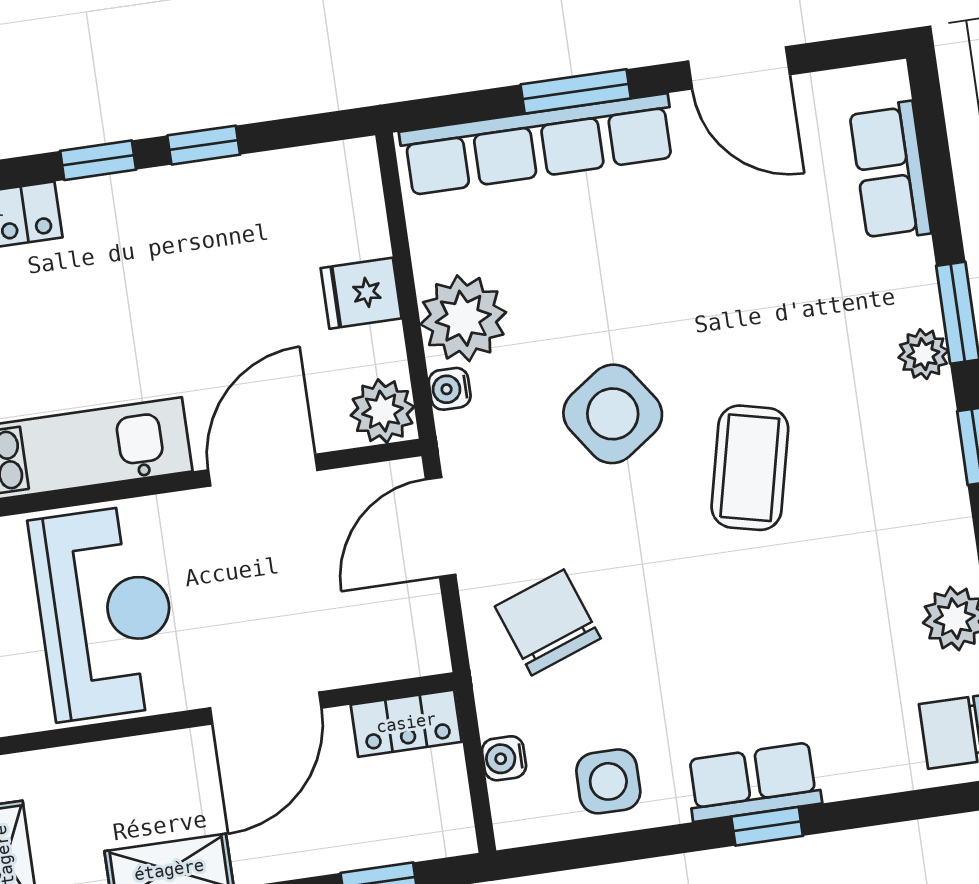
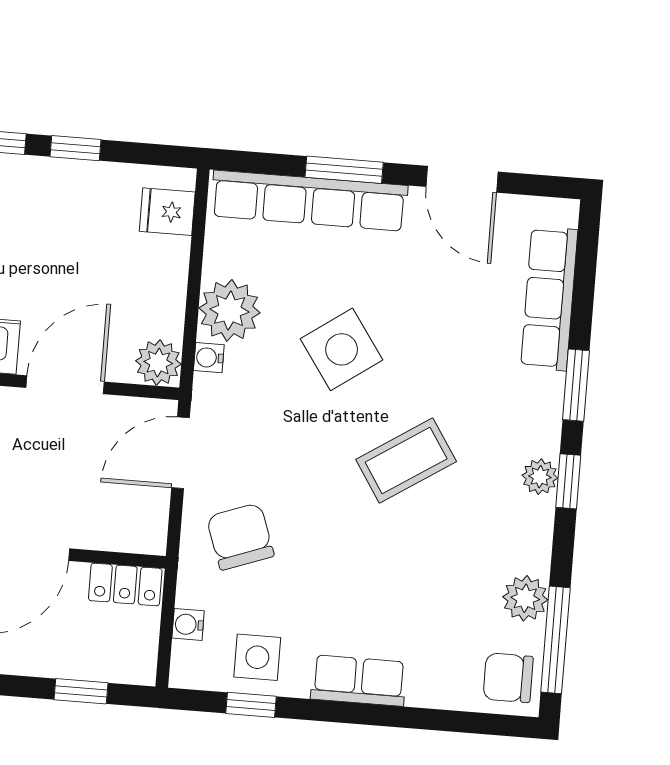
row of seats: (890, 171) -> (549, 299), width x1.48
fridge: (361, 293) -> (167, 212), moved
plant: (923, 354) -> (540, 477), moved
side table: (613, 414) -> (342, 349), moved
coffee table: (750, 468) -> (406, 460), turned 44
window: (767, 826) -> (251, 705), moved

